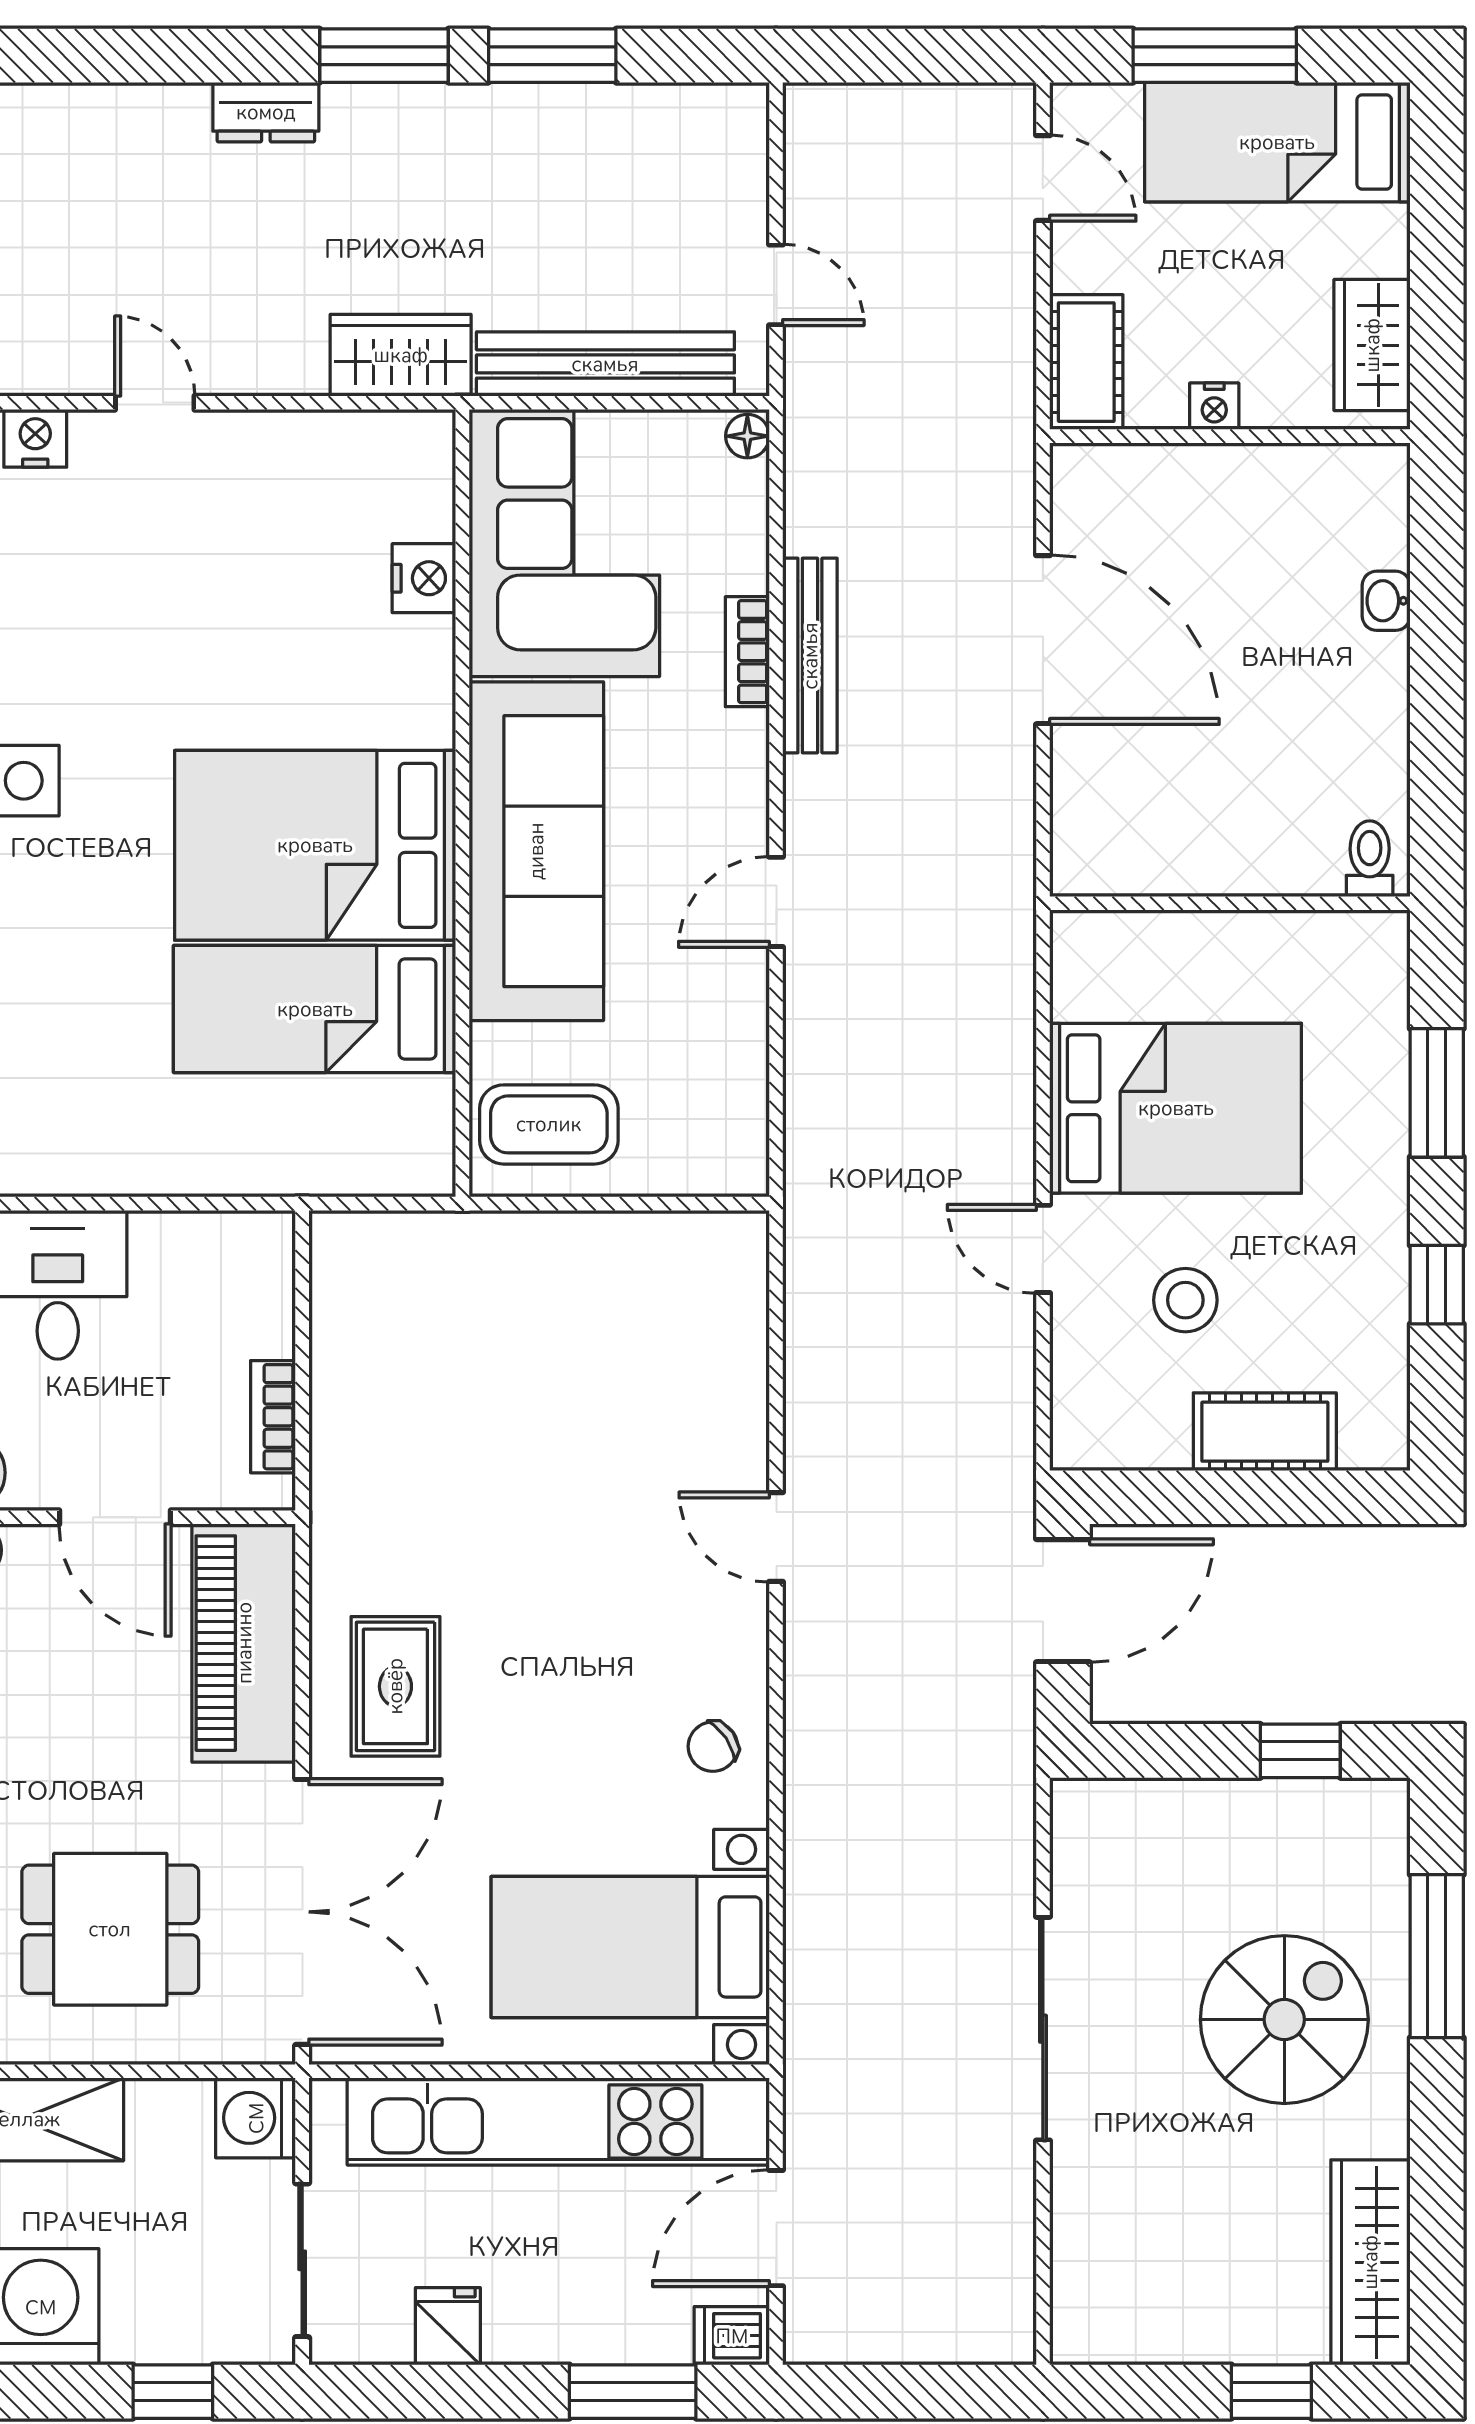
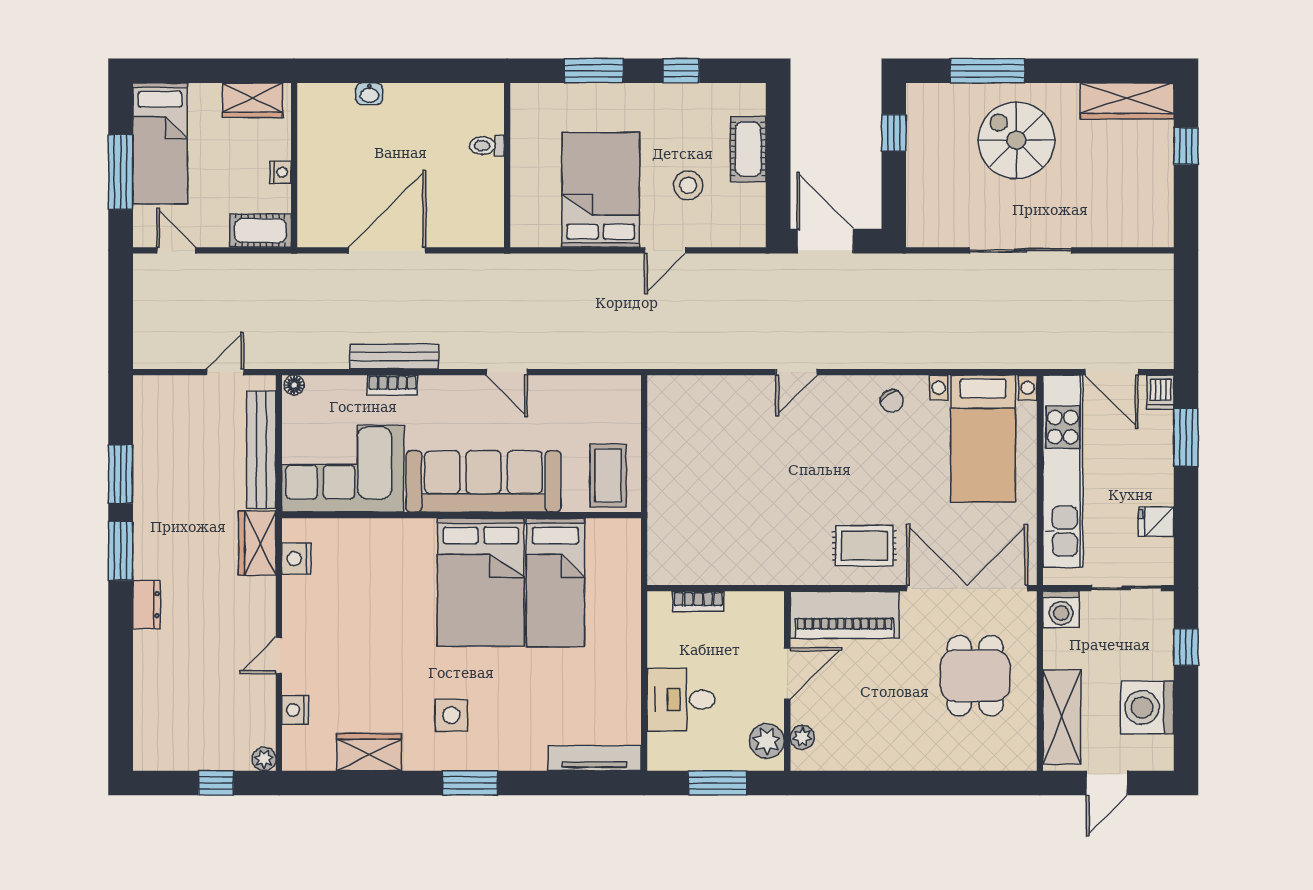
door: (1043, 178) -> (176, 250), hinge flipped
nightstand: (424, 578) -> (296, 559), moved, turned -90
toilet: (1370, 859) -> (487, 146), moved
bookcase: (273, 1417) -> (698, 601), moved

